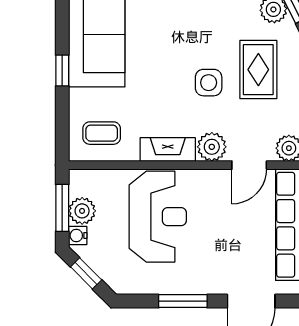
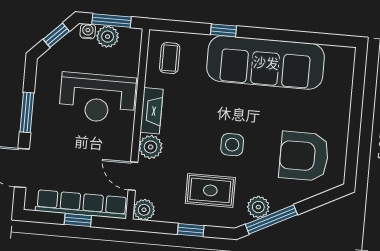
side table: (209, 83) -> (232, 145), moved

